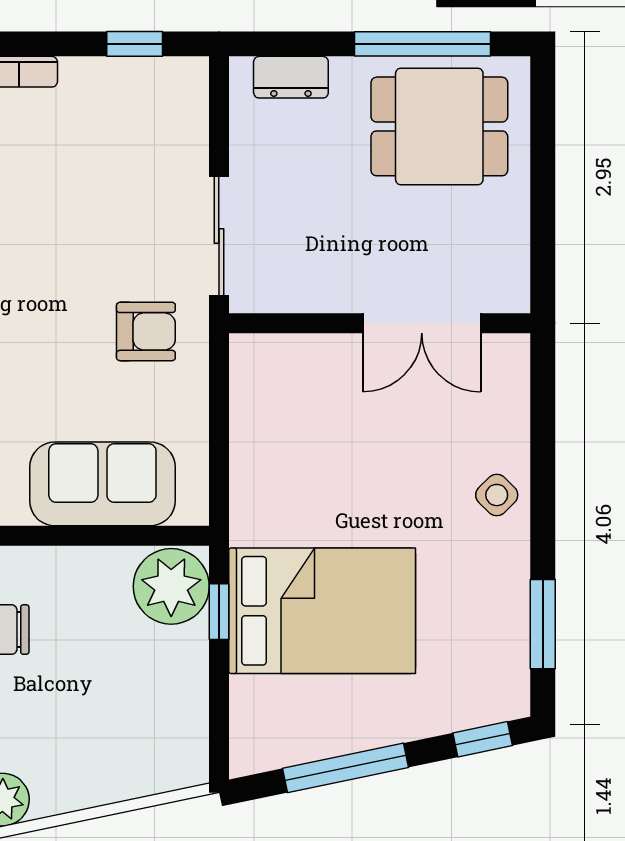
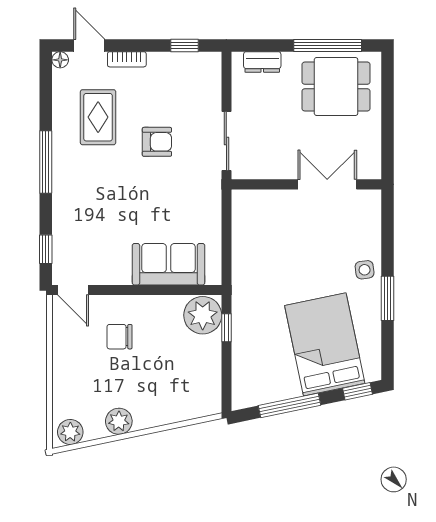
double door: (422, 323) -> (327, 184), swing flipped
armchair: (146, 331) -> (157, 142), moved
side table: (497, 495) -> (365, 270), turned 38
bed: (322, 611) -> (325, 344), moved, turned -102
window: (543, 624) -> (387, 298), moved

